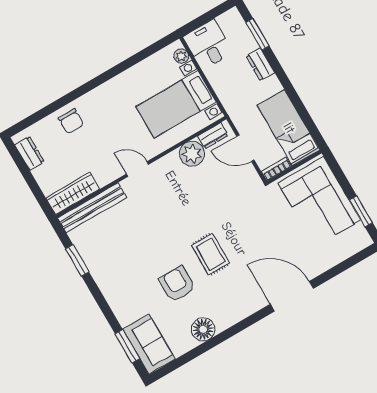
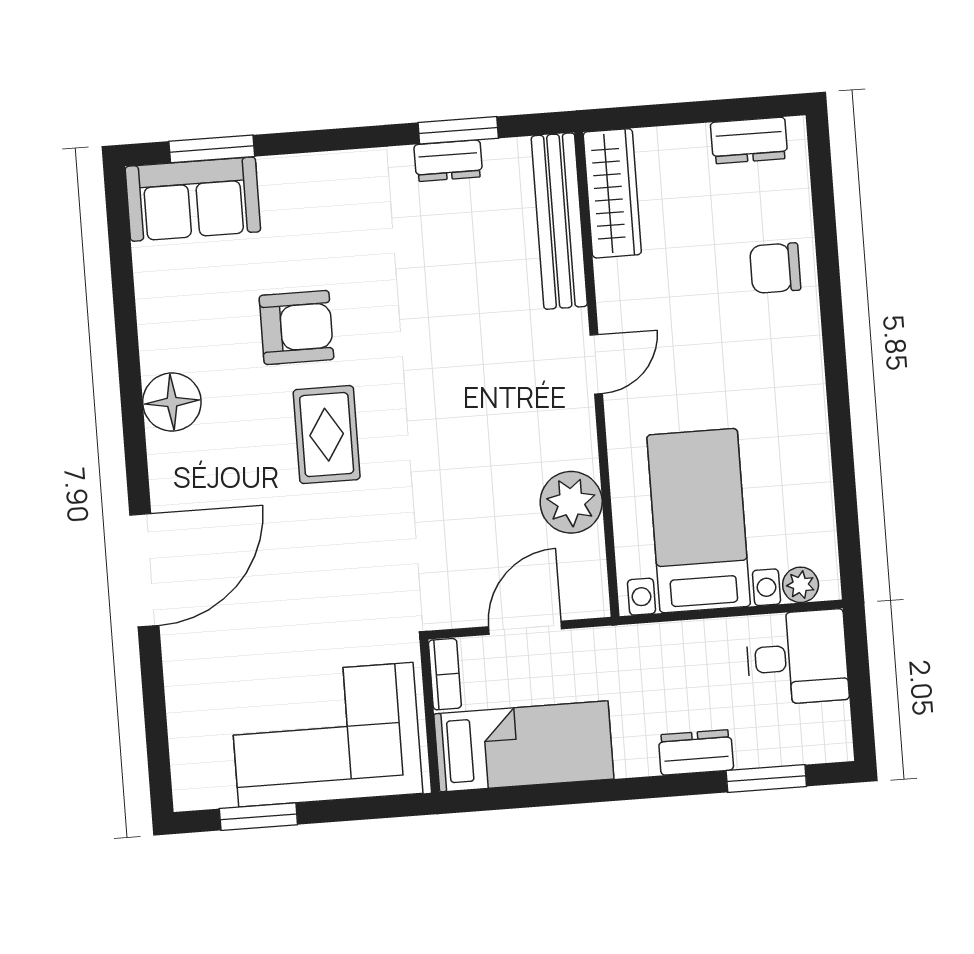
dresser: (213, 136) -> (448, 161), moved, turned -90
rug: (211, 254) -> (327, 435), turned 90
floor lamp: (203, 329) -> (172, 402), moved

